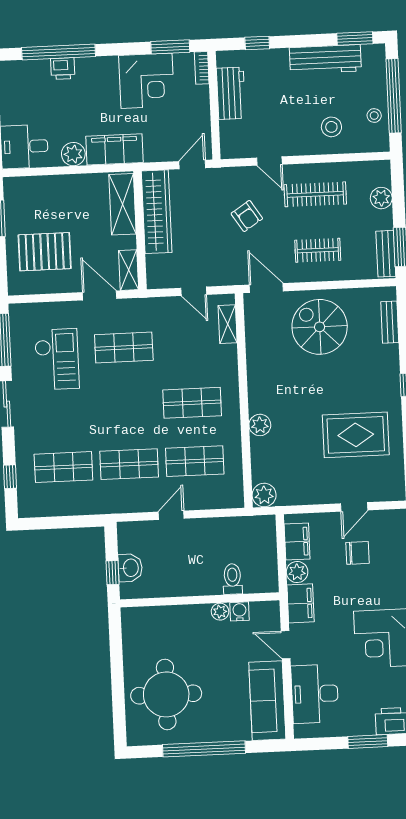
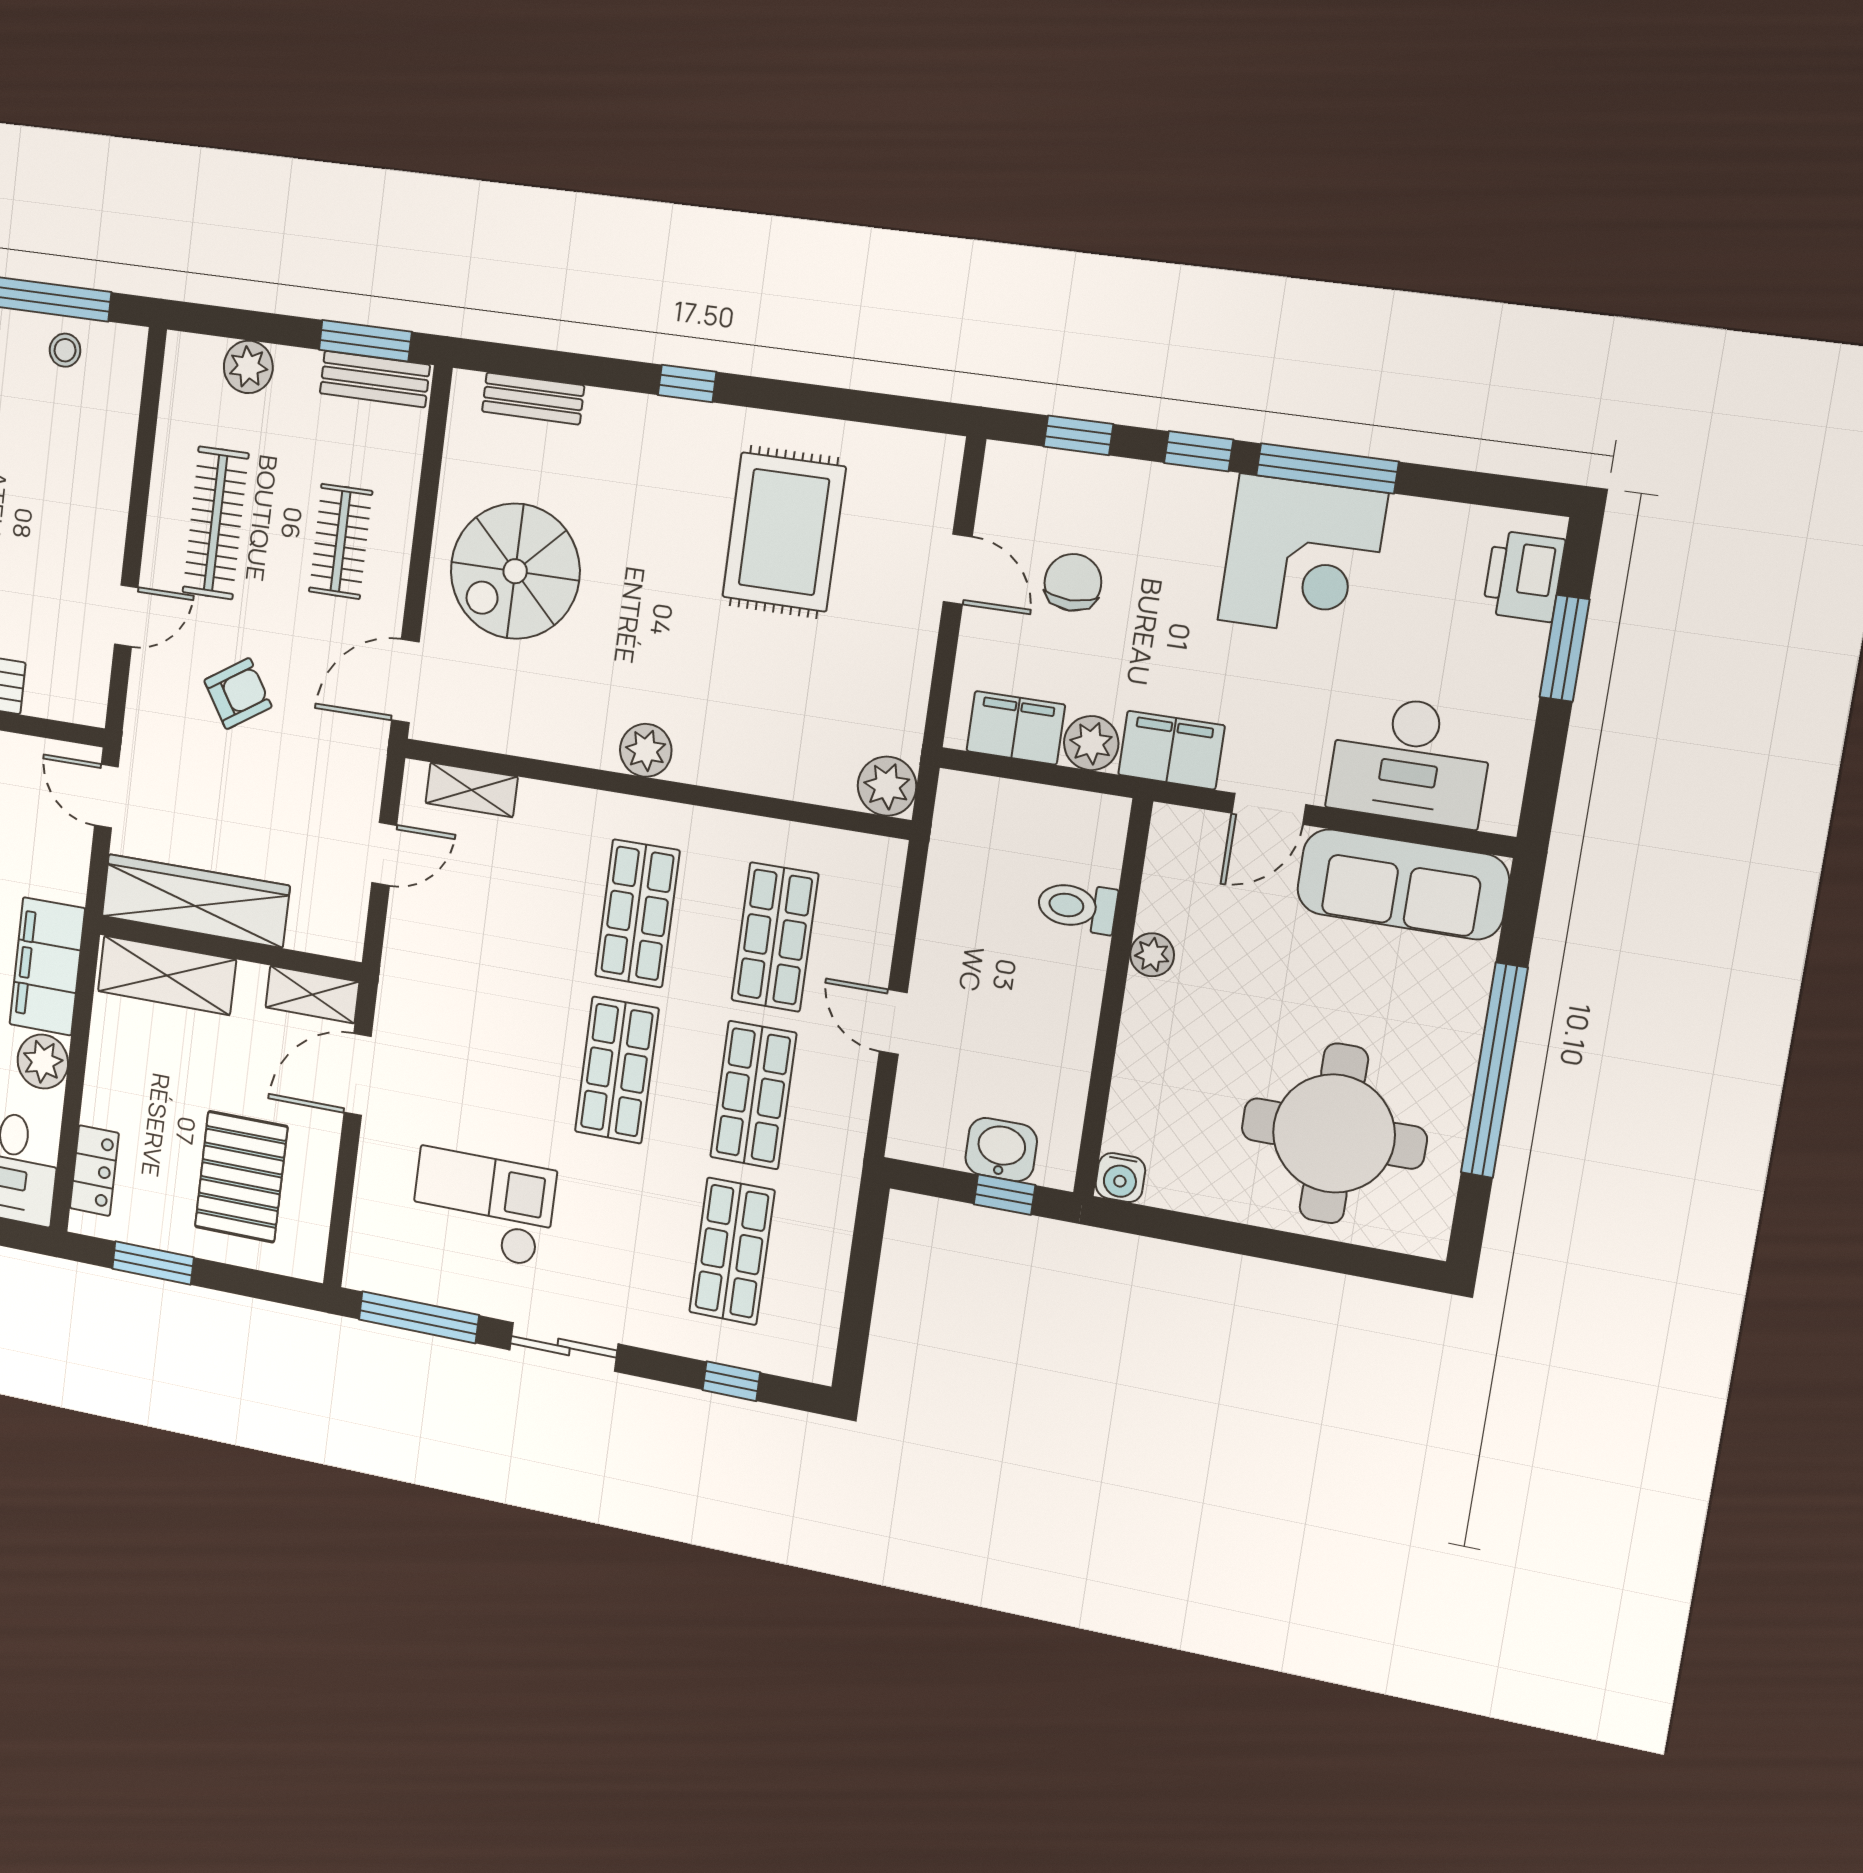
stool: (331, 127) -> (75, 456), removed
locker: (32, 185) -> (94, 1171), added
shop shelf: (124, 347) -> (617, 1070), moved
plant: (260, 425) -> (646, 750), moved
water cooler: (240, 611) -> (1120, 1178), moved, turned -90

